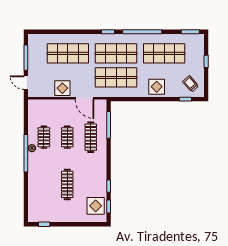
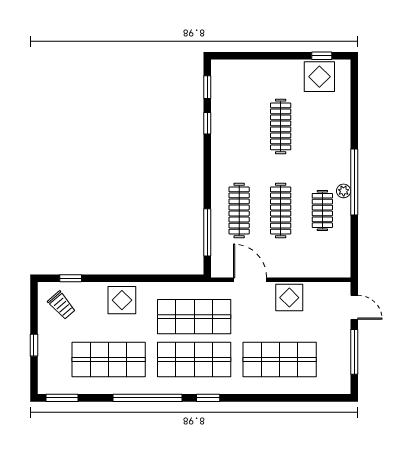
clothes rail: (67, 137) -> (281, 210), width x1.36
display table: (96, 206) -> (319, 77), moved

